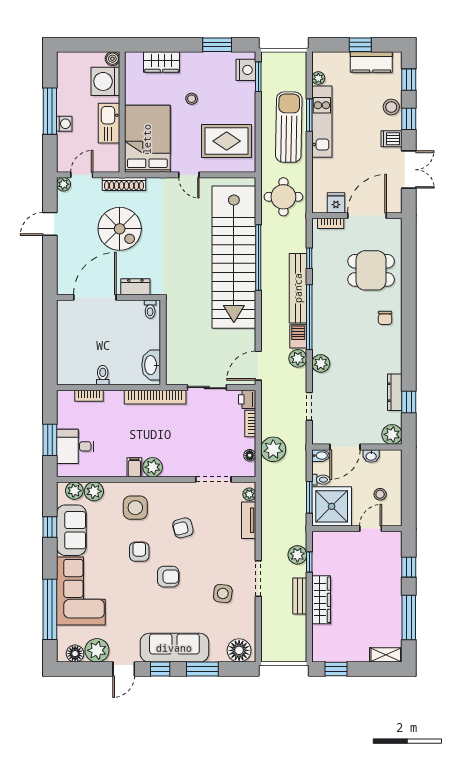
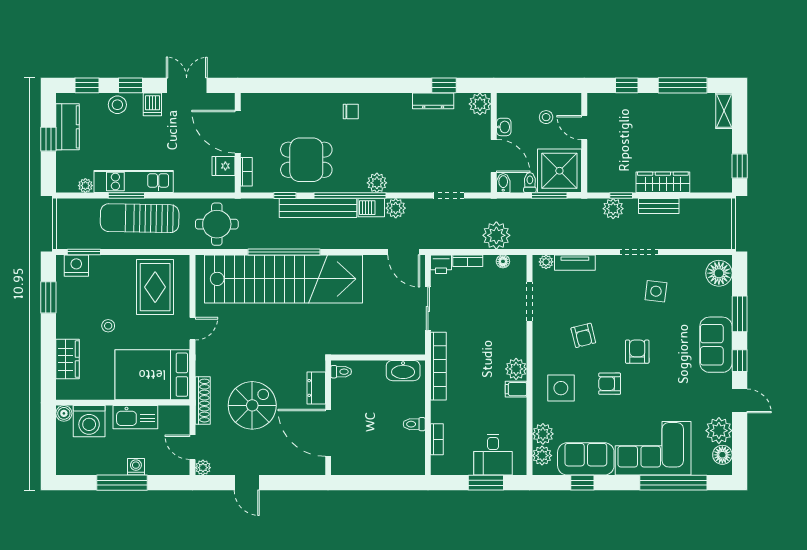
dining table: (371, 270) -> (306, 160), moved, turned 90
plant: (321, 363) -> (377, 183), moved
sofa: (174, 648) -> (716, 345), width x0.73

